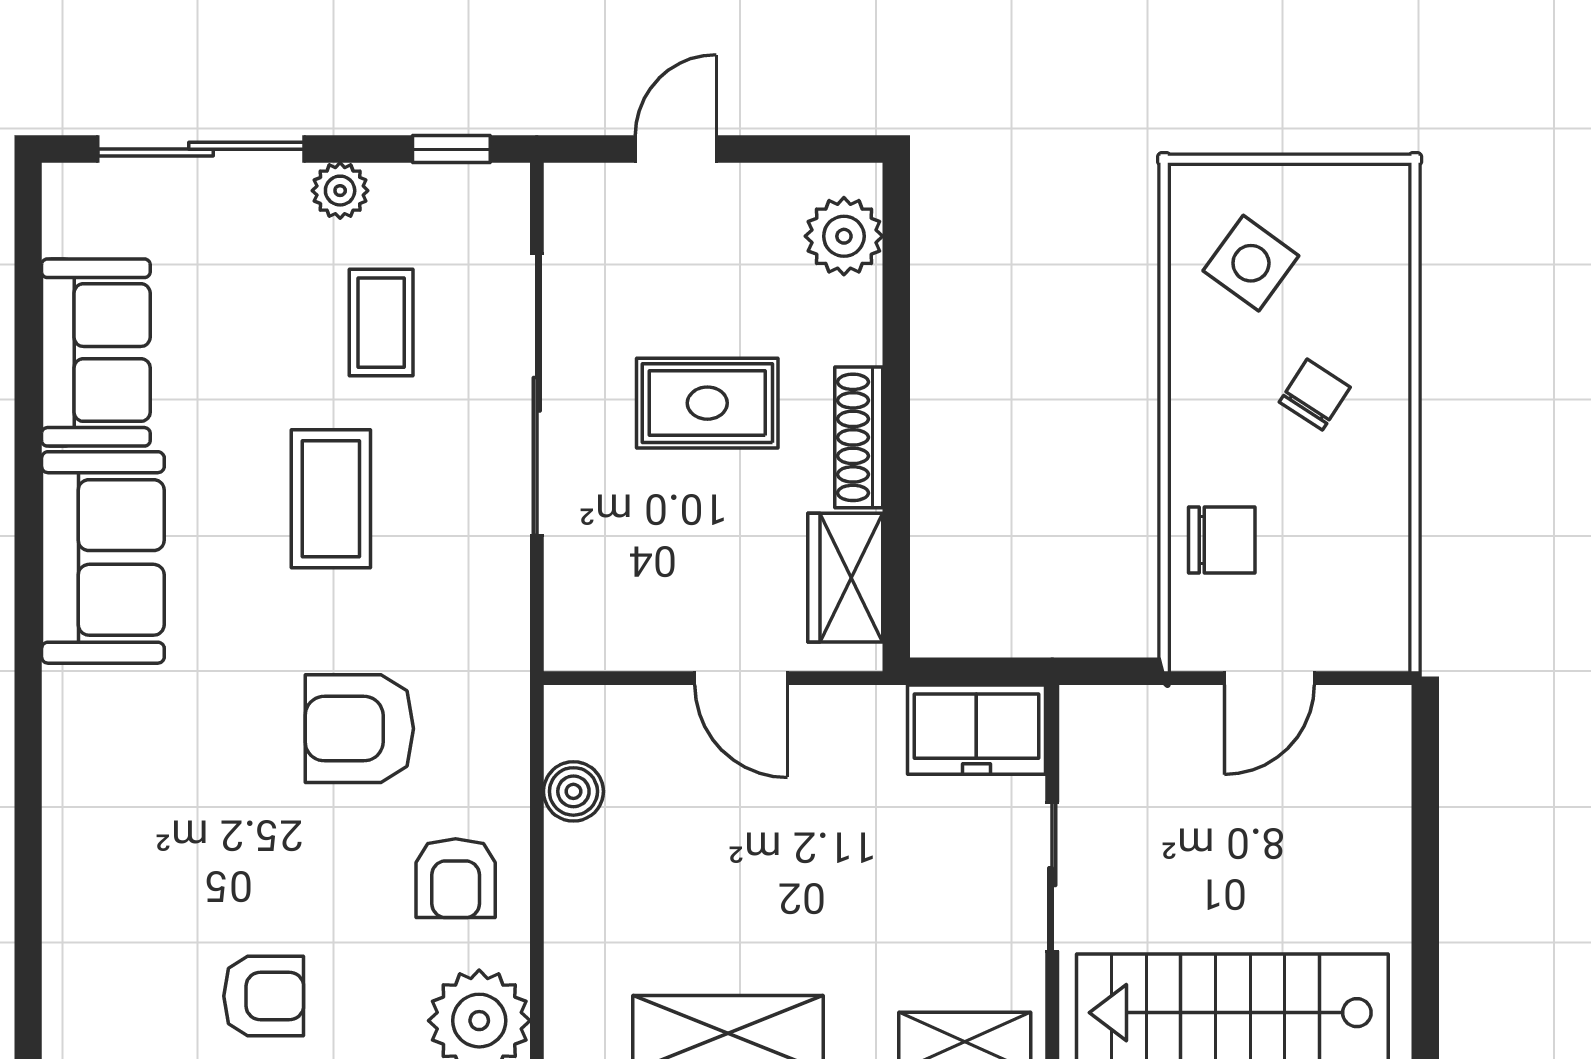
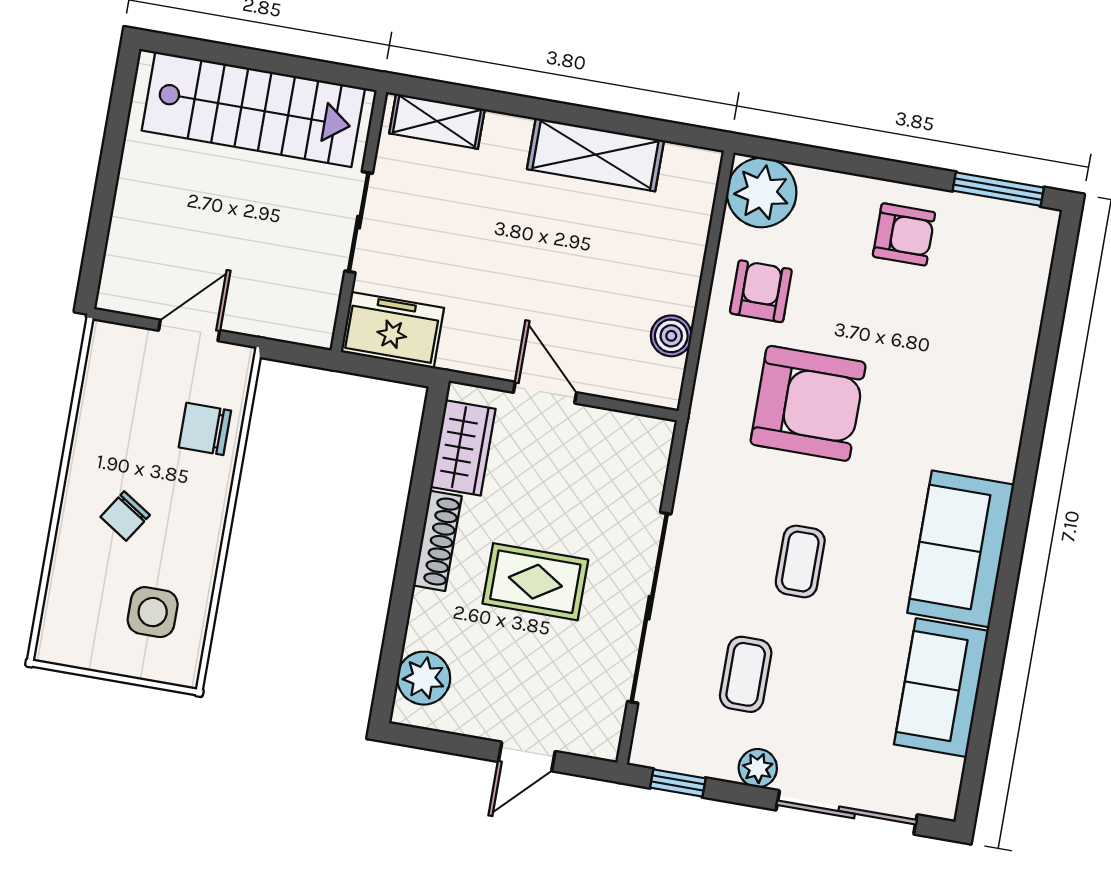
side table: (1251, 263) -> (153, 612), turned -36
coffee table: (331, 499) -> (800, 561), width x0.73, depth x0.77
armchair: (359, 729) -> (808, 403), width x1.36, depth x1.36
armchair: (264, 996) -> (904, 234), turned 180

